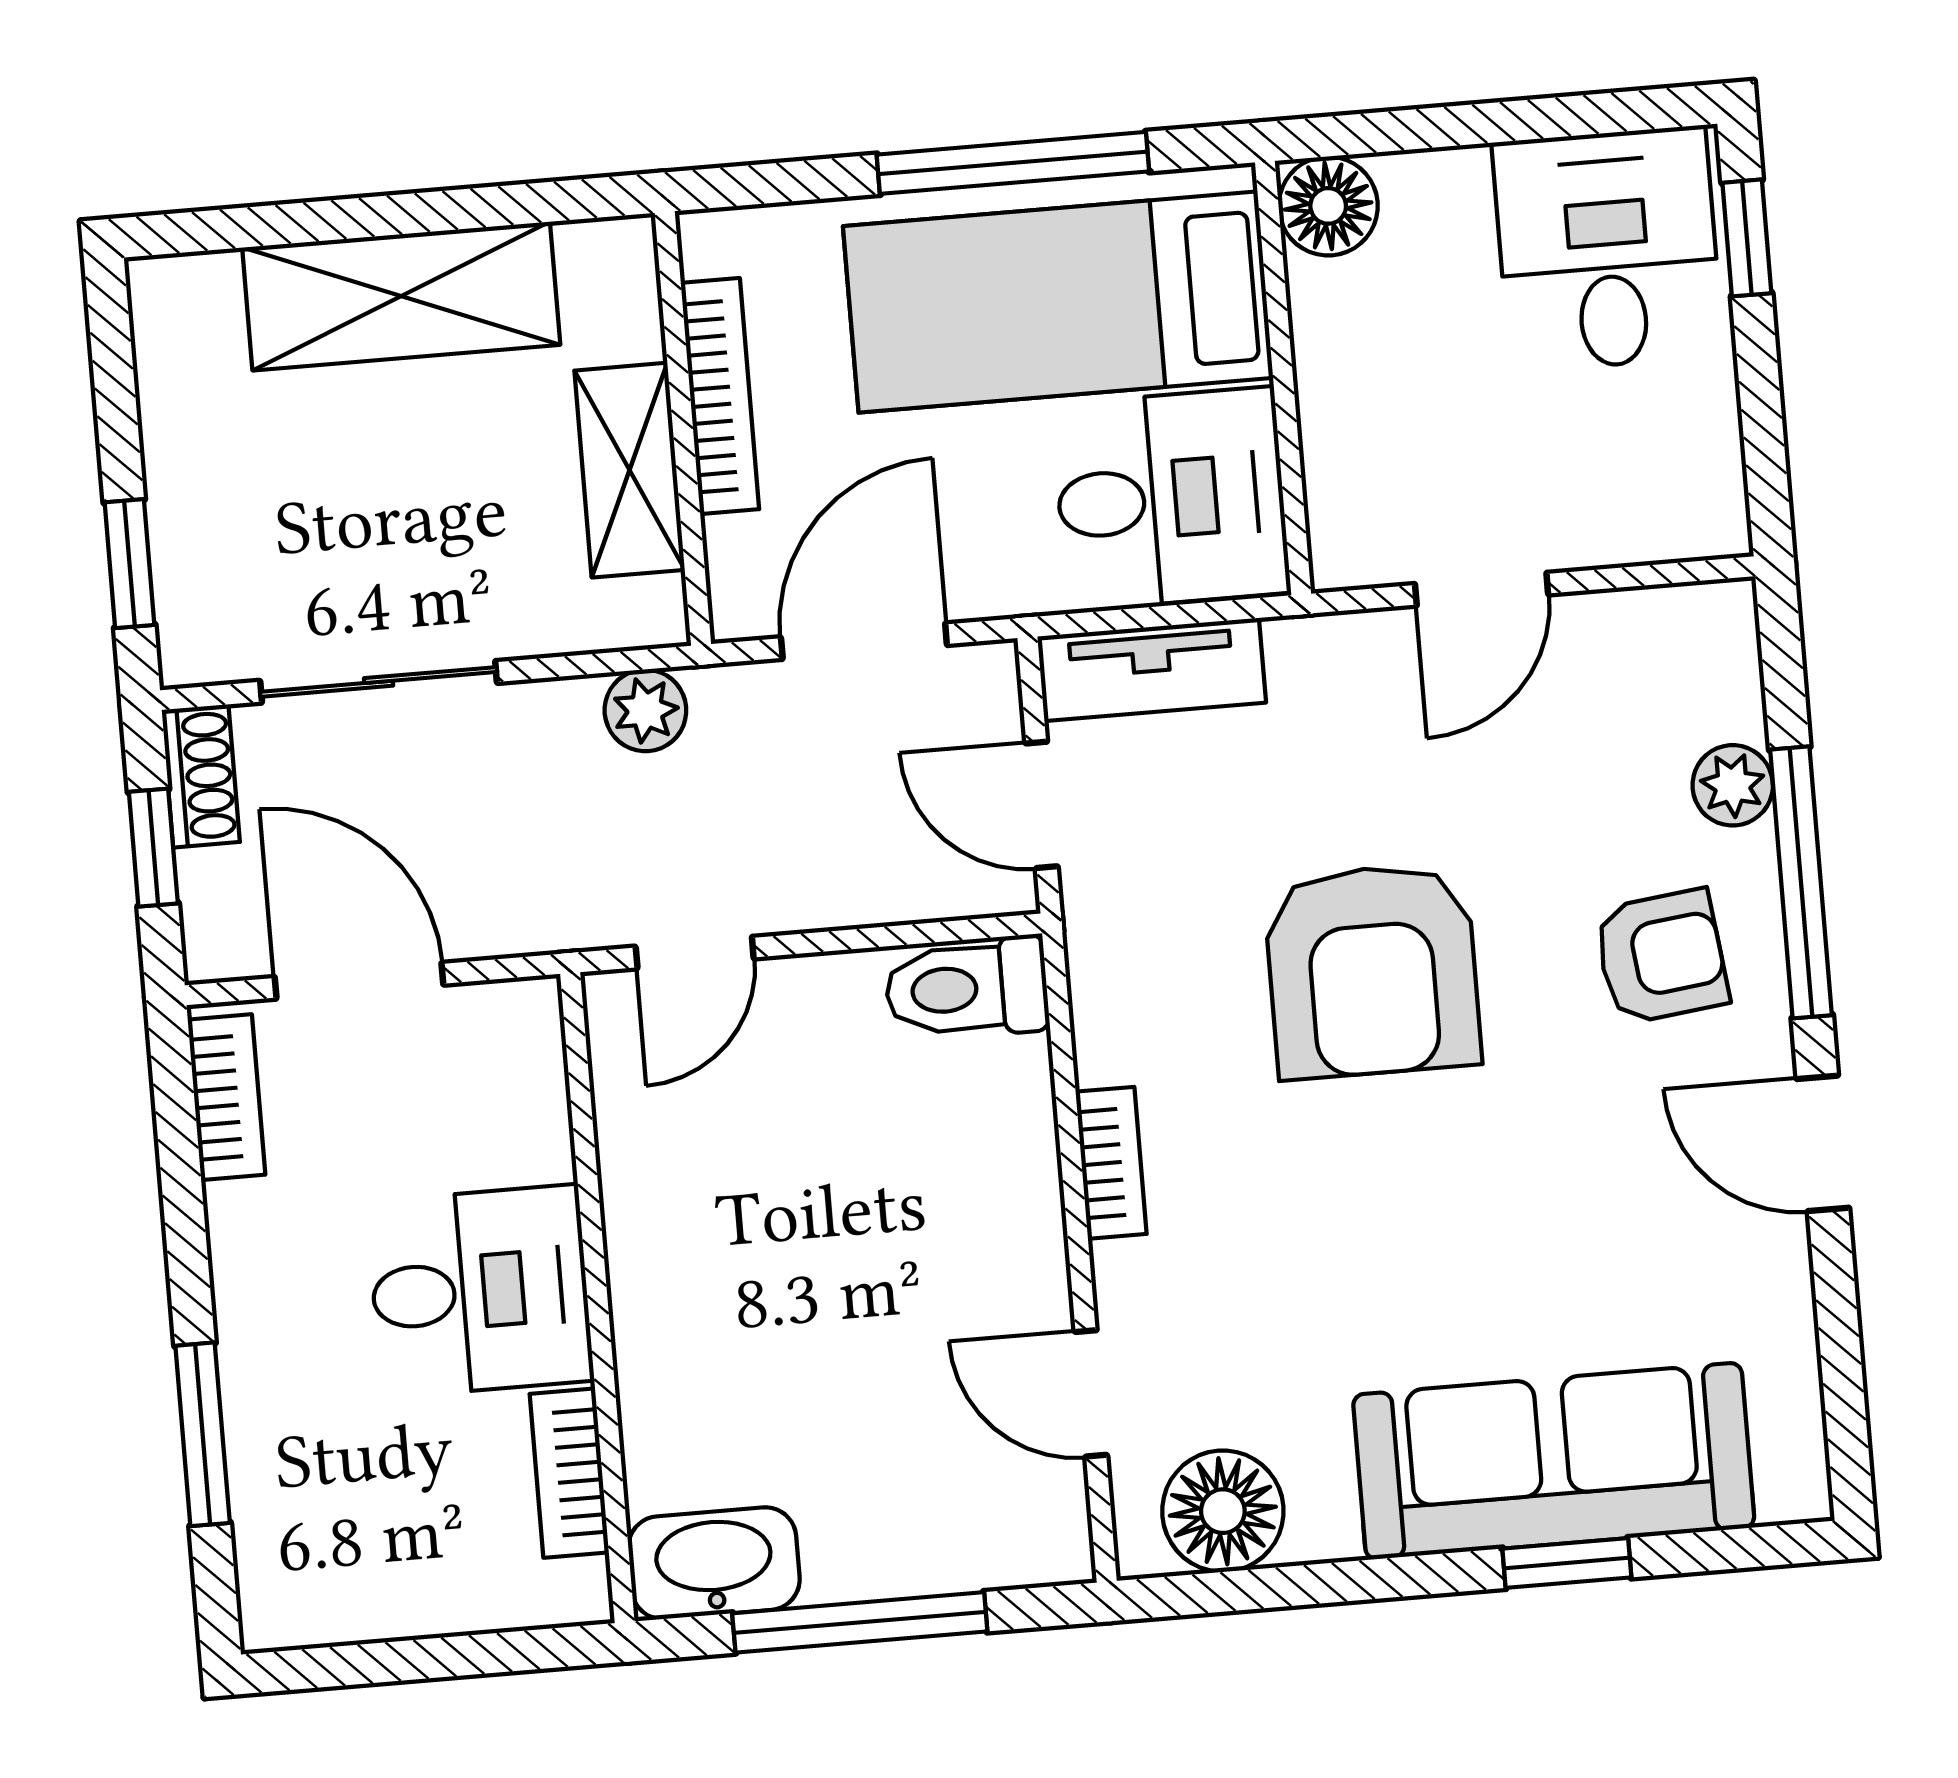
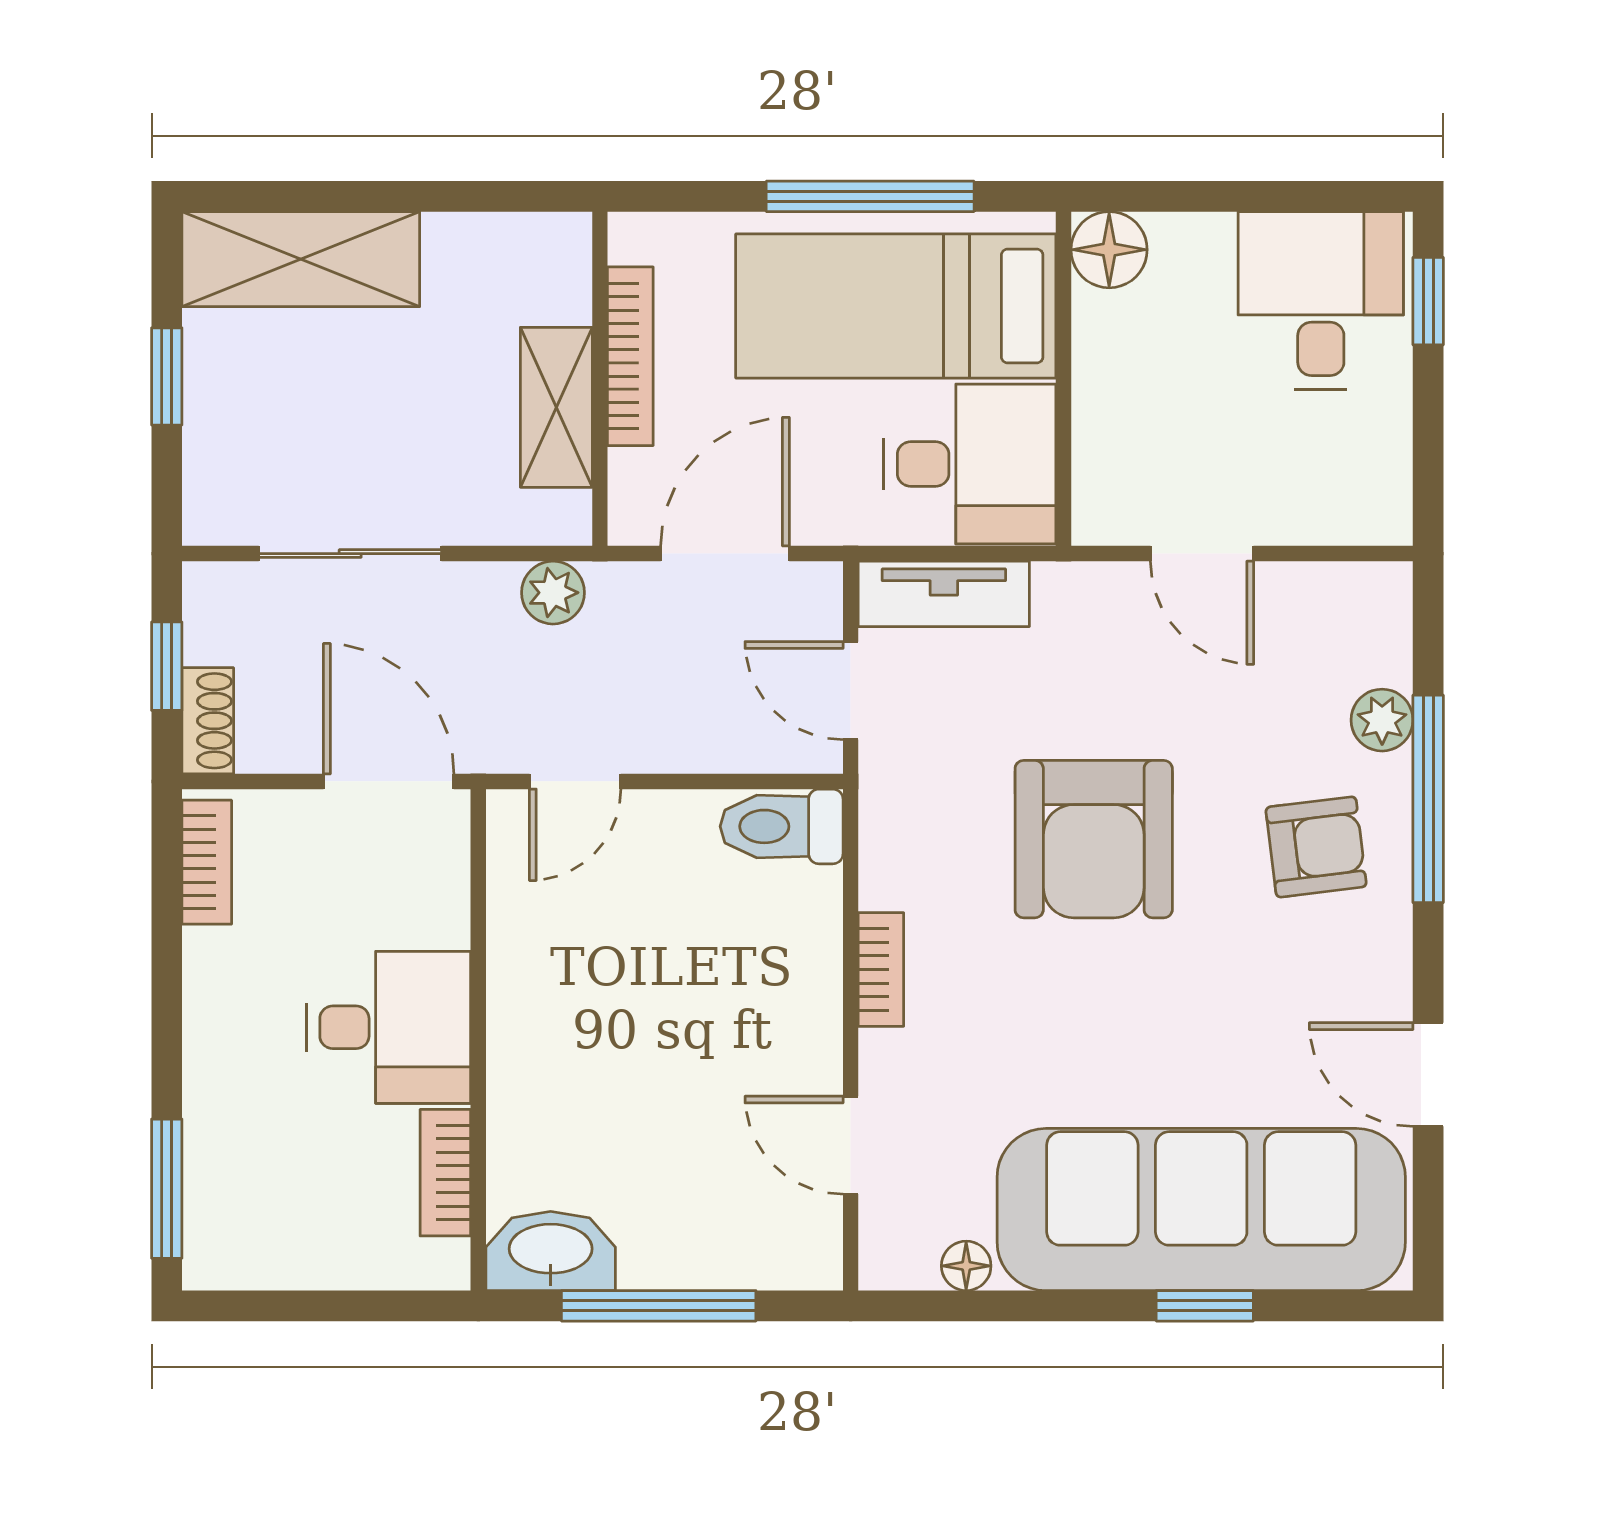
shelving: (401, 296) -> (301, 259), moved
window: (129, 564) -> (167, 376), moved
door: (1482, 589) -> (1202, 554), hinge flipped
shoe rack: (201, 776) -> (208, 721), moved
door: (359, 981) -> (389, 781), moved
door: (1823, 1143) -> (1428, 1075), moved
window: (203, 1434) -> (167, 1189), moved
sofa: (1554, 1461) -> (1201, 1210), width x1.36, depth x1.27
floor lamp: (1223, 1511) -> (966, 1266), width x0.53, depth x0.53

